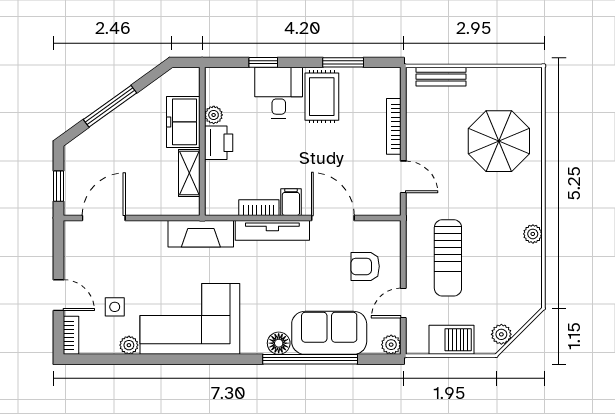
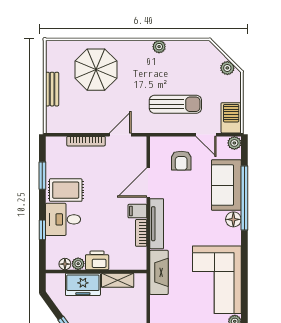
bench: (441, 77) -> (52, 89), moved
floor lamp: (213, 96) -> (65, 264), added
barbecue: (451, 340) -> (231, 118), moved

